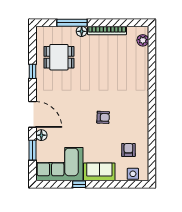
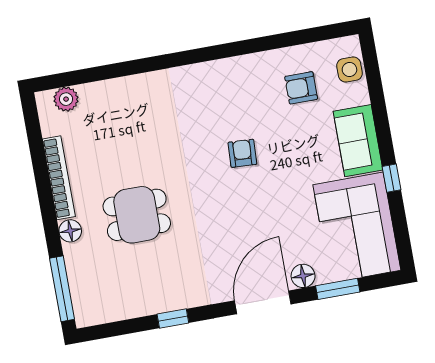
window: (72, 23) -> (62, 289), moved
dining table: (59, 57) -> (137, 215), moved, turned 90

